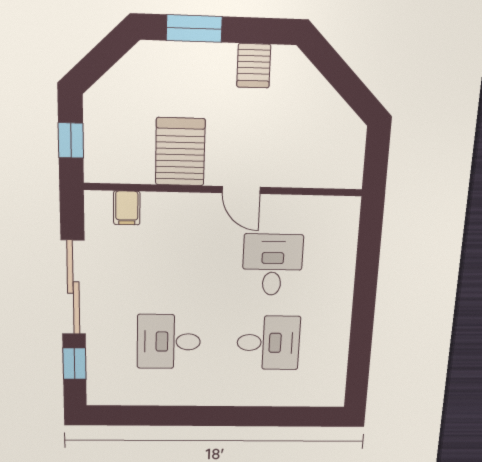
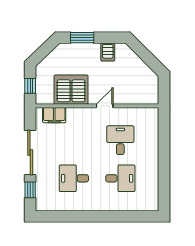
server rack: (180, 152) -> (71, 90), width x1.60
door: (241, 190) -> (105, 106), swing flipped
filing cabinet: (127, 208) -> (54, 115), width x2.00

